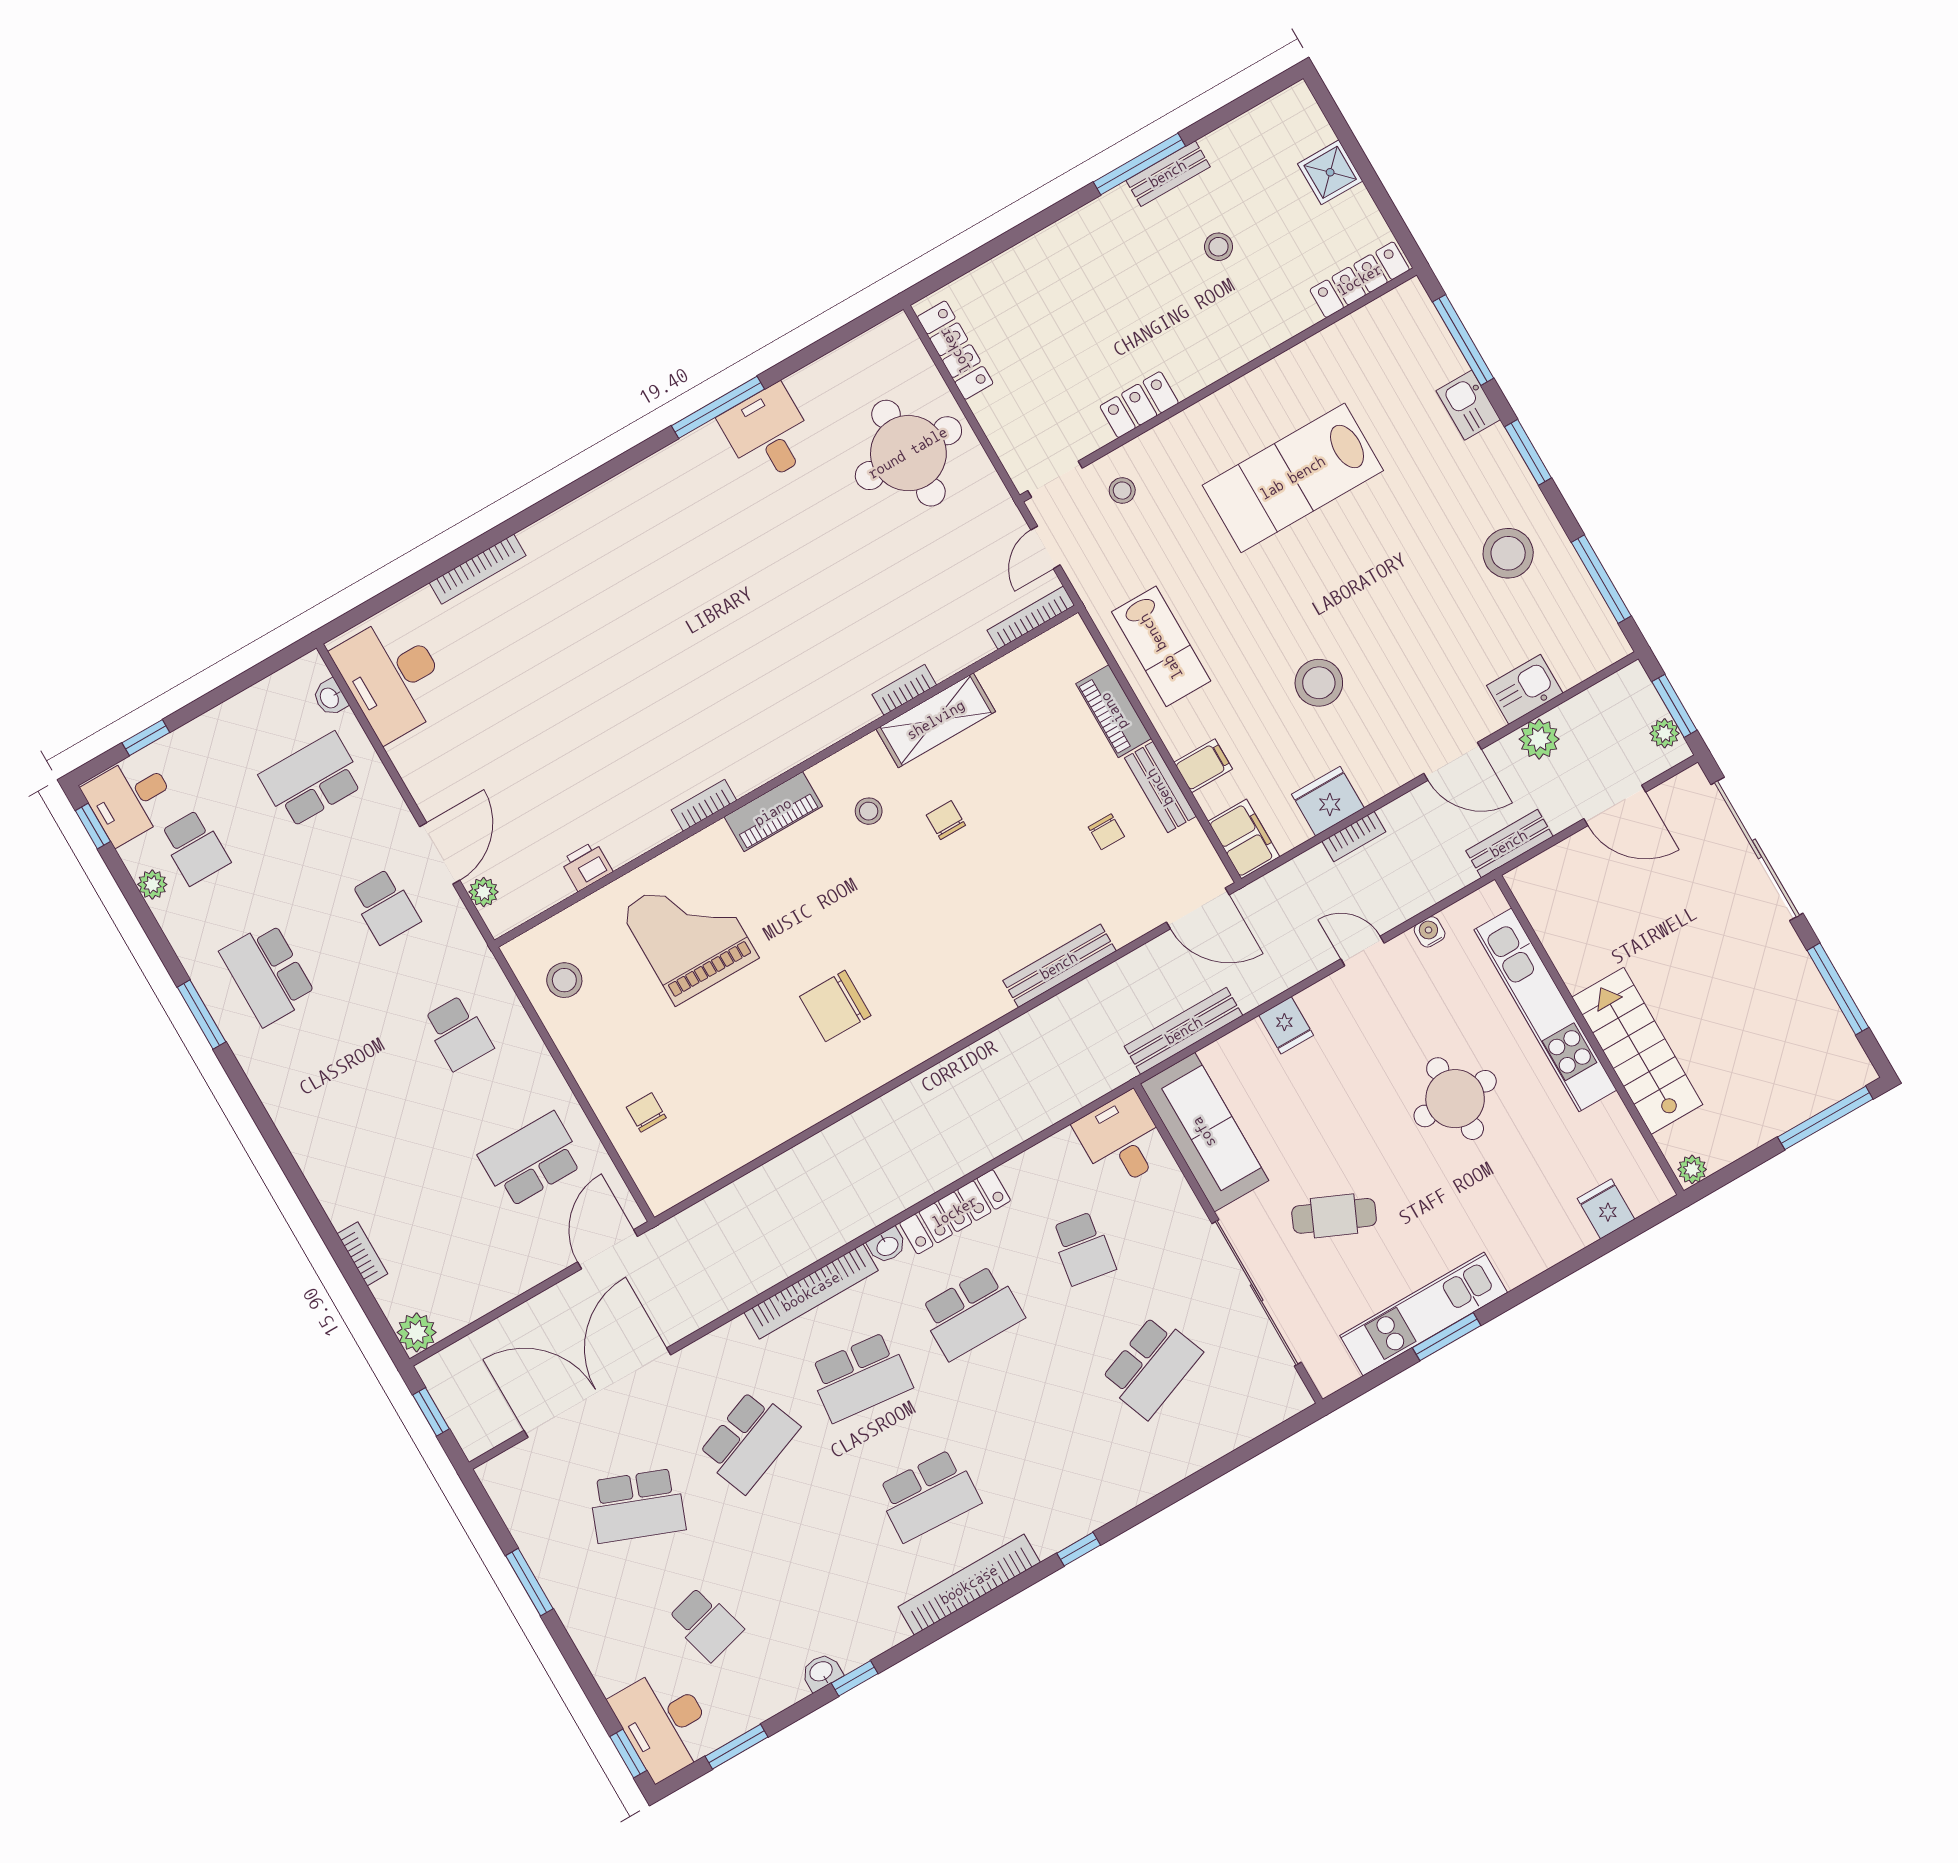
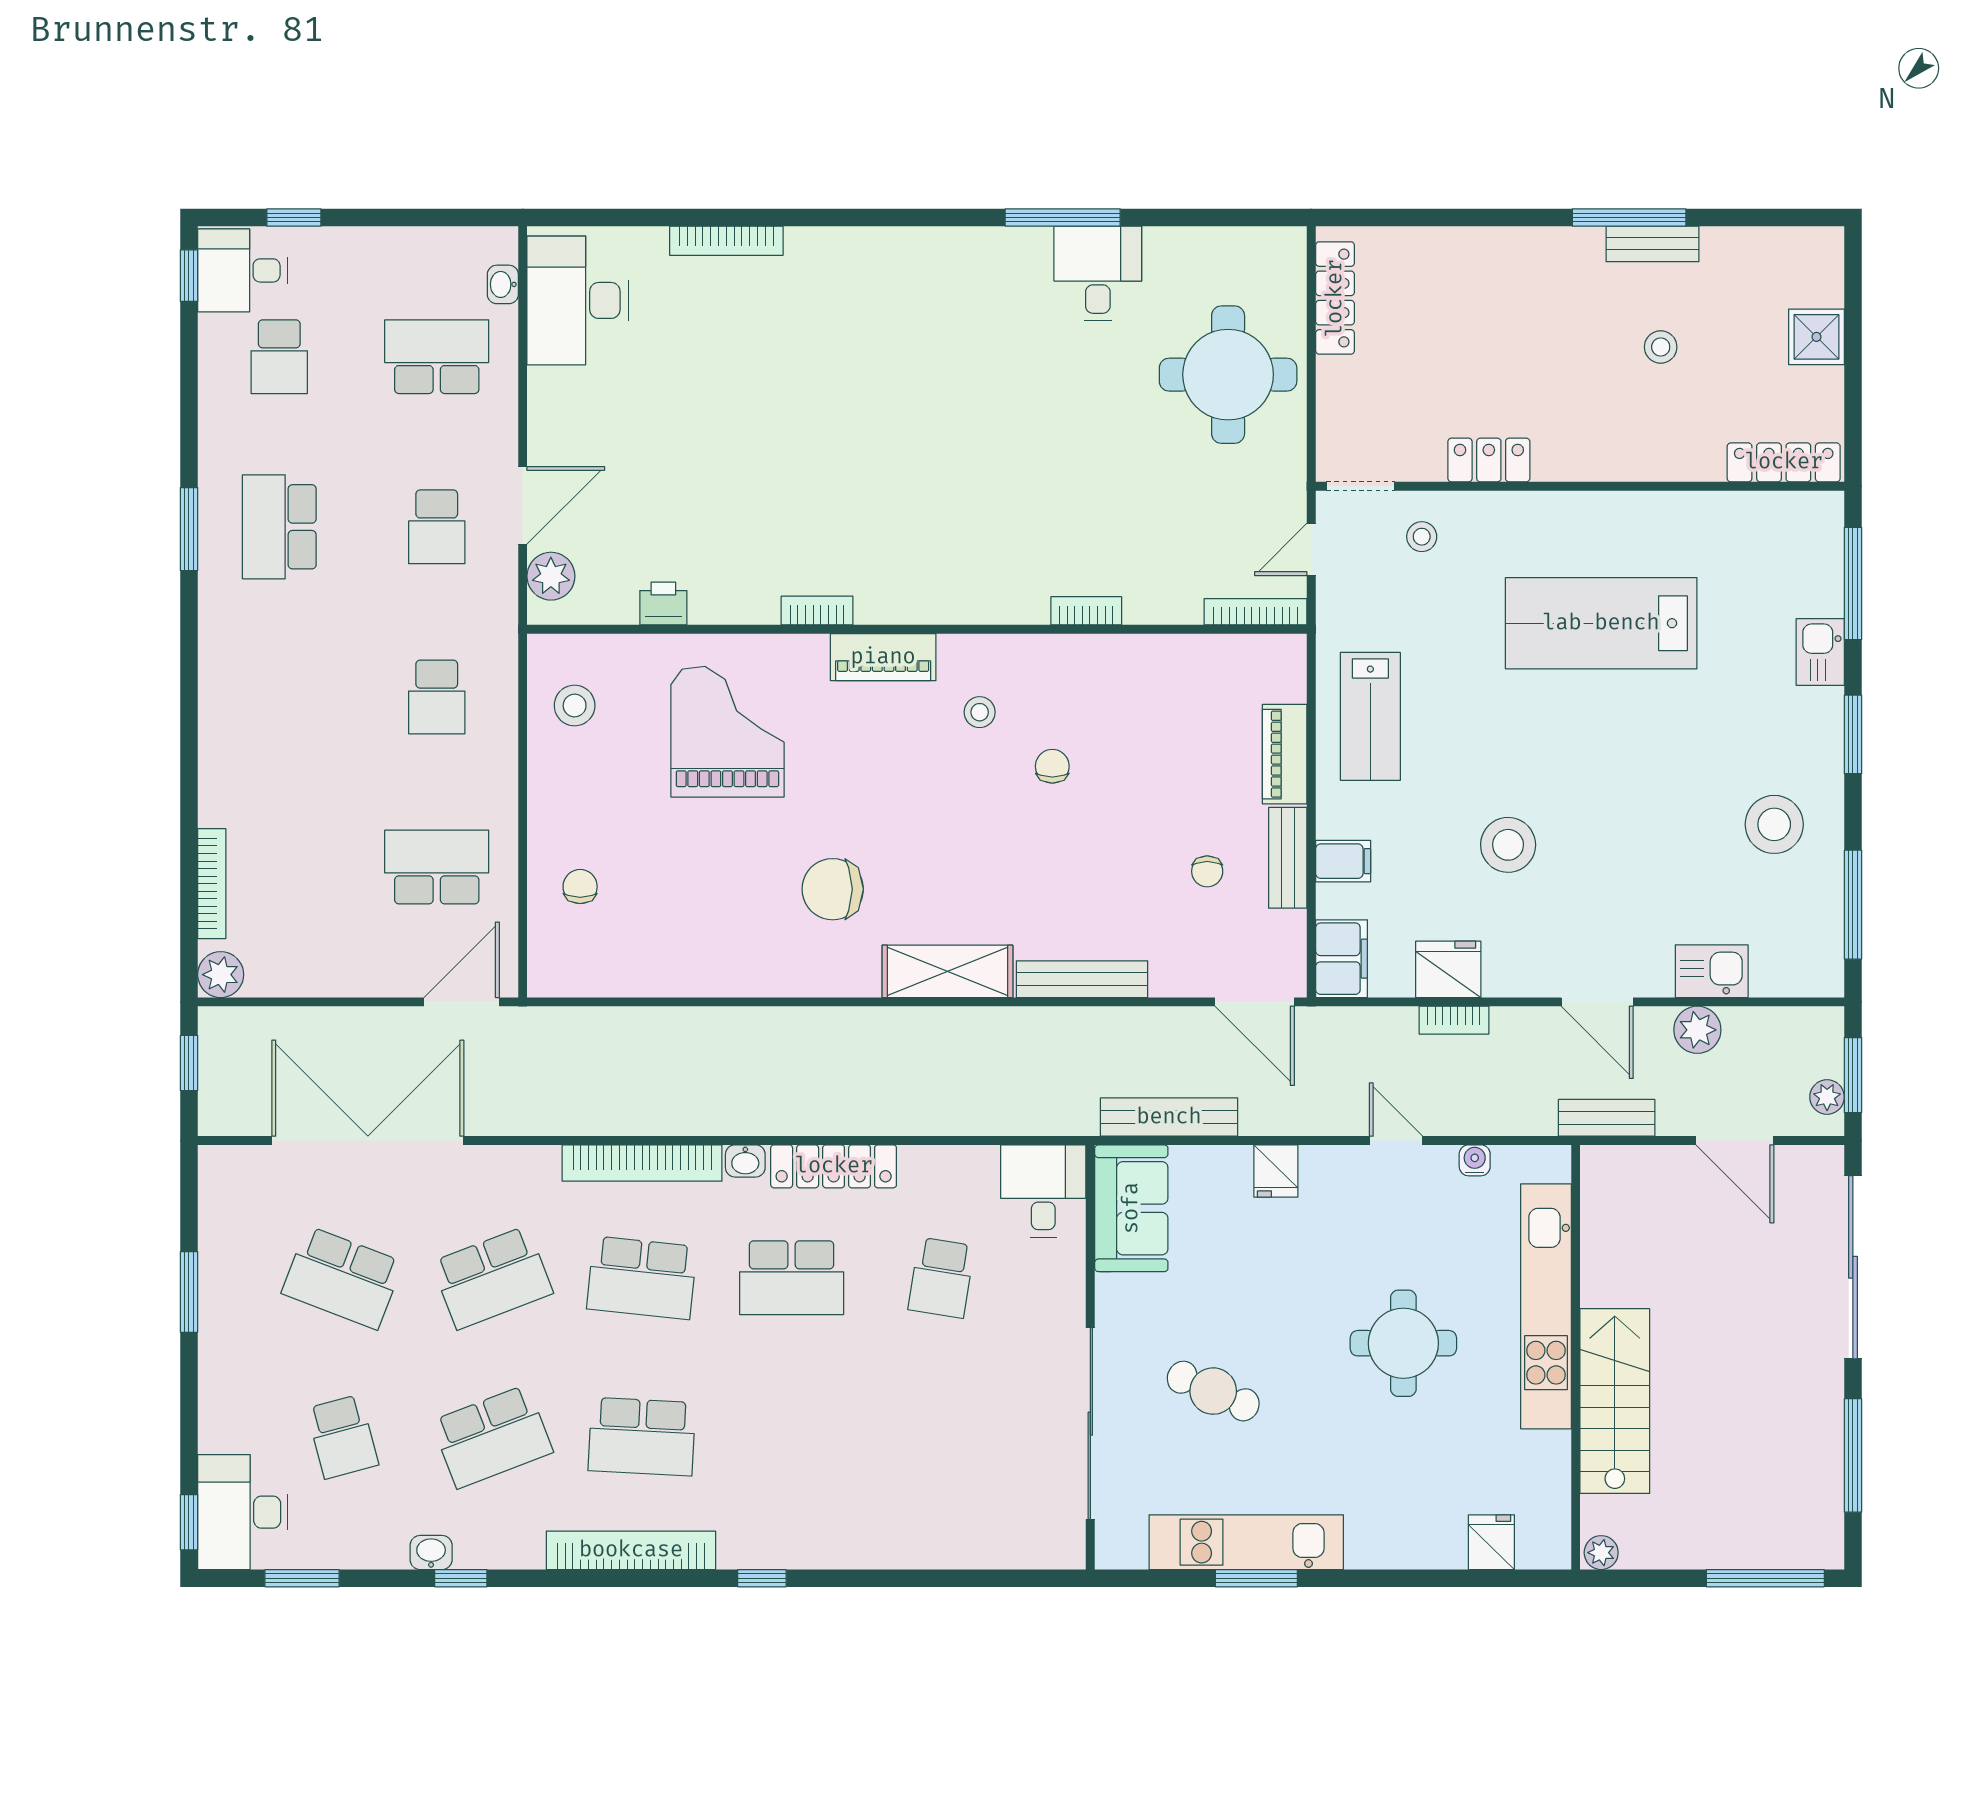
shelving: (936, 720) -> (947, 971), moved
plant: (152, 884) -> (215, 369), removed
plant: (484, 892) -> (551, 576), width x1.38, depth x1.38
sofa: (1204, 1132) -> (1131, 1208), width x0.73
bookcase: (362, 1254) -> (212, 884), width x1.56
school desk: (1151, 1367) -> (492, 1437), moved

